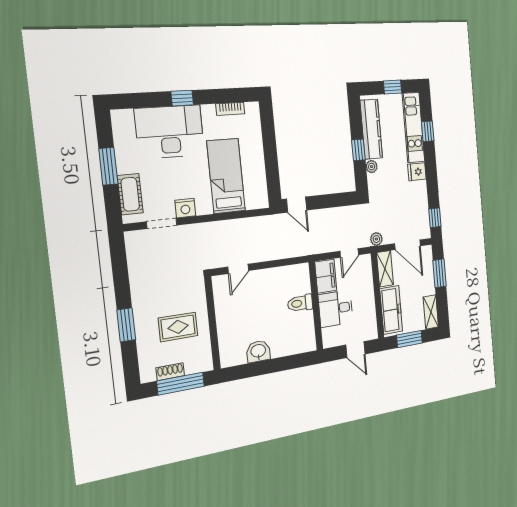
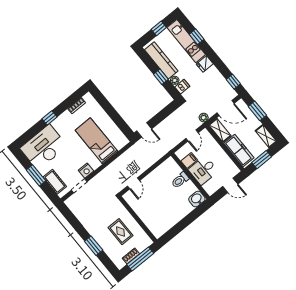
desk: (170, 132) -> (44, 147), moved
dishwasher: (375, 181) -> (182, 87), added
filing cabinet: (326, 276) -> (189, 161), width x0.50
rug: (178, 327) -> (121, 232), turned 90
washbasin: (258, 351) -> (197, 199), moved

